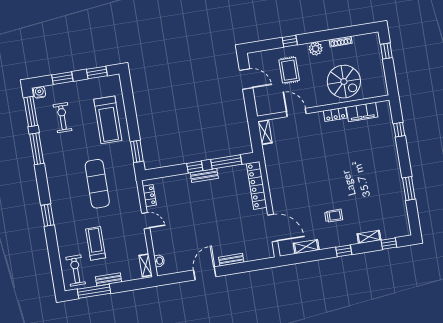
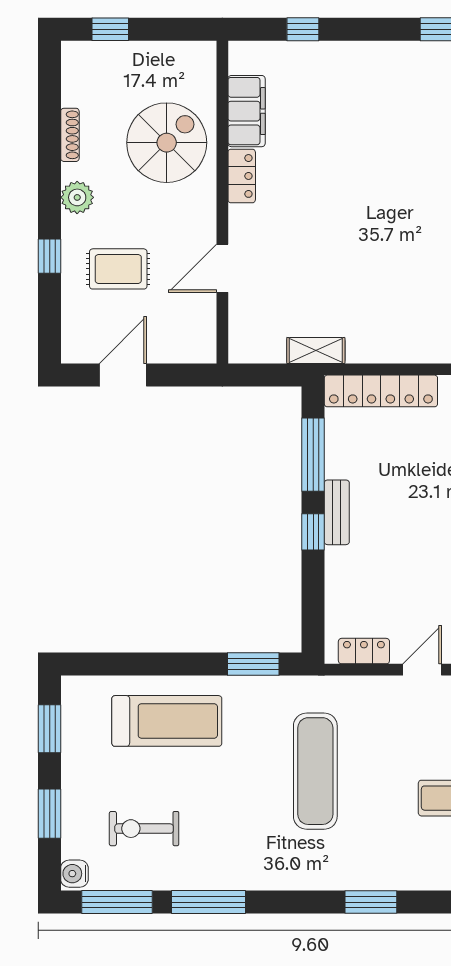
shelving: (265, 132) -> (316, 351), moved
exercise mat: (97, 184) -> (315, 771), turned 90

